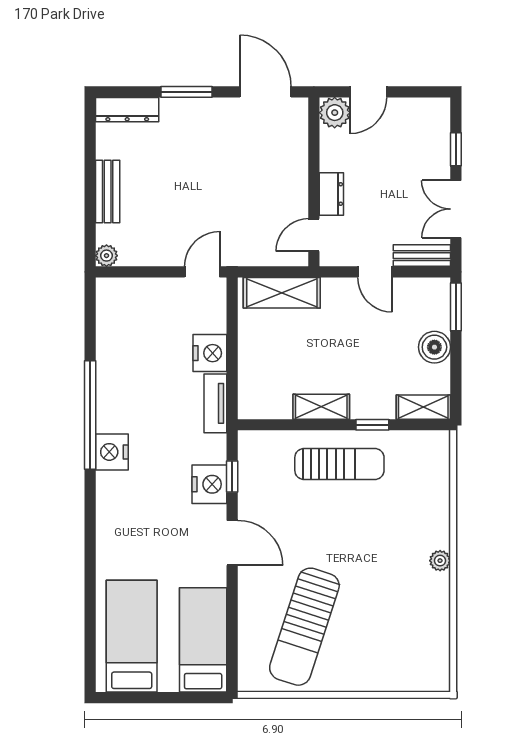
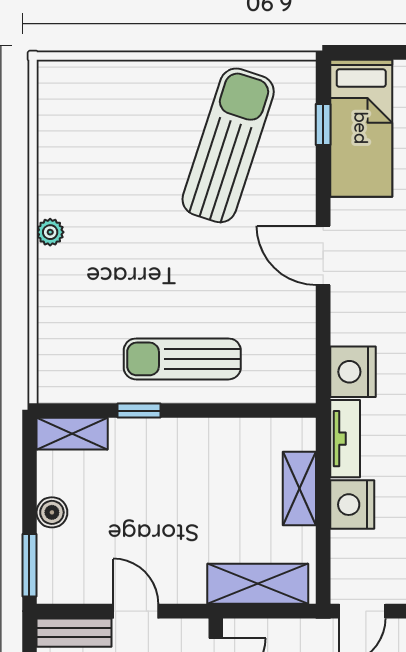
boiler: (434, 347) -> (52, 512), width x0.73, depth x0.73
shelving: (321, 407) -> (299, 488), moved, turned 90
window: (232, 477) -> (323, 125), moved
nightstand: (209, 484) -> (353, 372), moved

